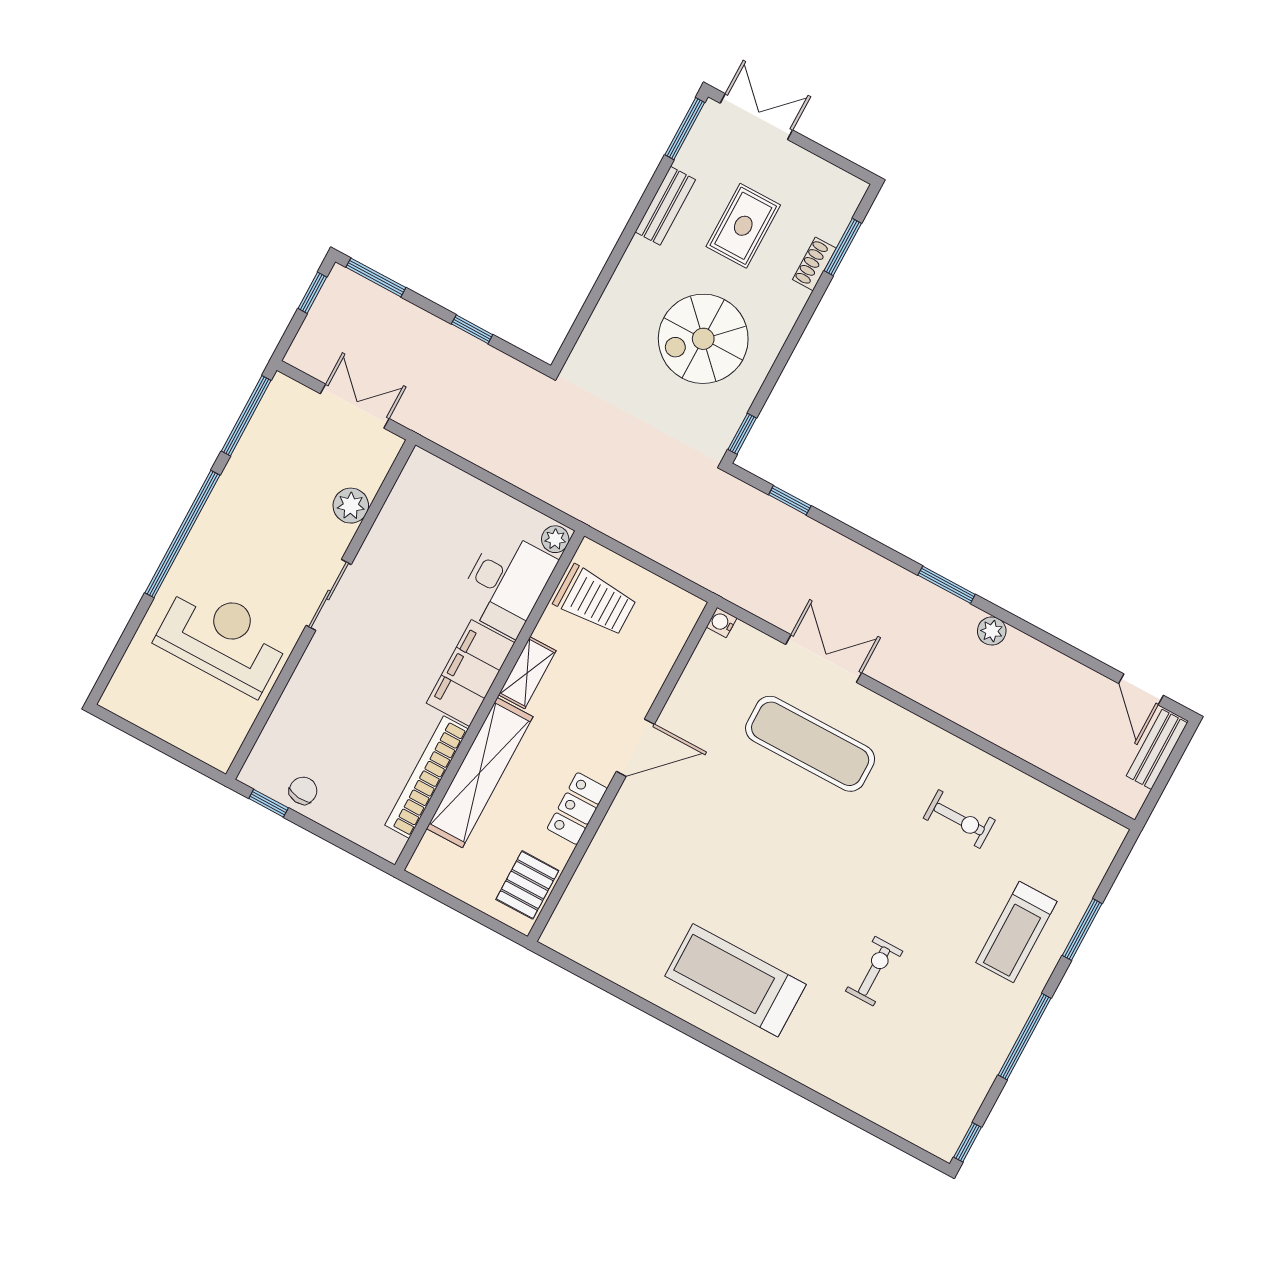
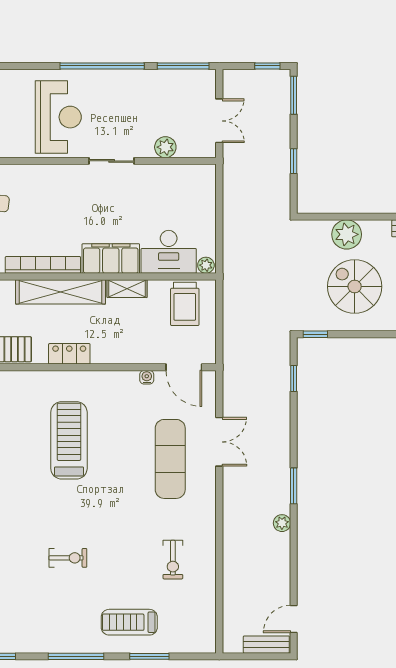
plant: (621, 310) -> (347, 234), added
water cooler: (722, 622) -> (147, 377), moved
door: (635, 748) -> (184, 367), moved
treadmill: (735, 980) -> (69, 440), moved

